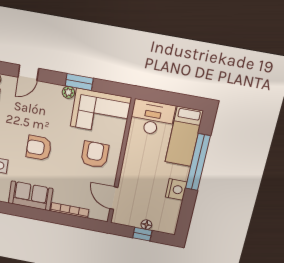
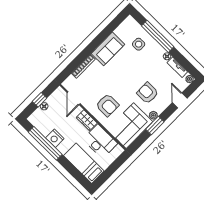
desk: (152, 118) -> (100, 141), moved, turned -90
armchair: (39, 148) -> (148, 93), moved, turned -90
window: (198, 162) -> (45, 143), moved
wardrobe: (129, 167) -> (87, 120), added
door: (114, 198) -> (74, 98), swing flipped

